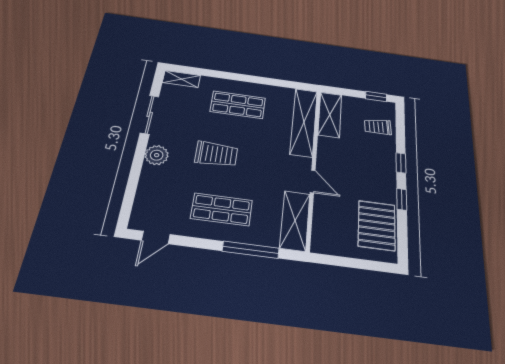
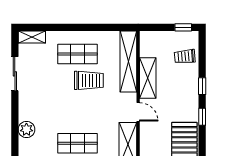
shelving: (330, 115) -> (148, 78), moved
trolley: (216, 154) -> (89, 80), moved
plant: (157, 155) -> (26, 129), moved

